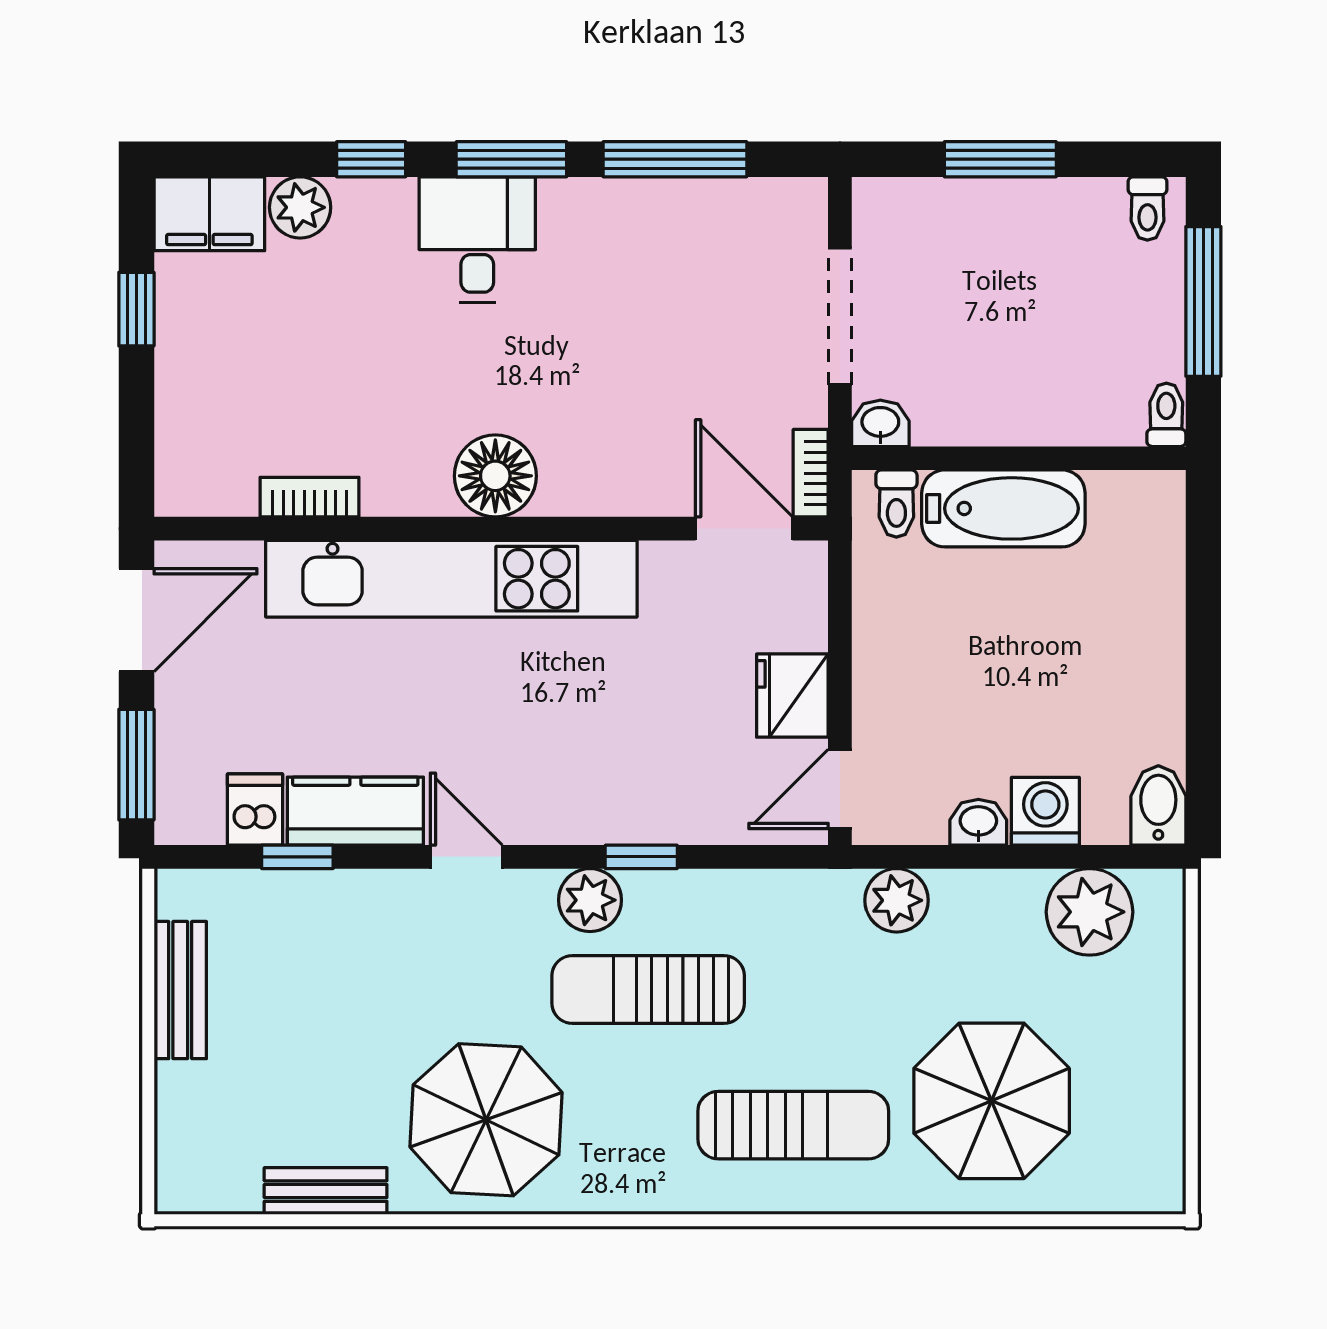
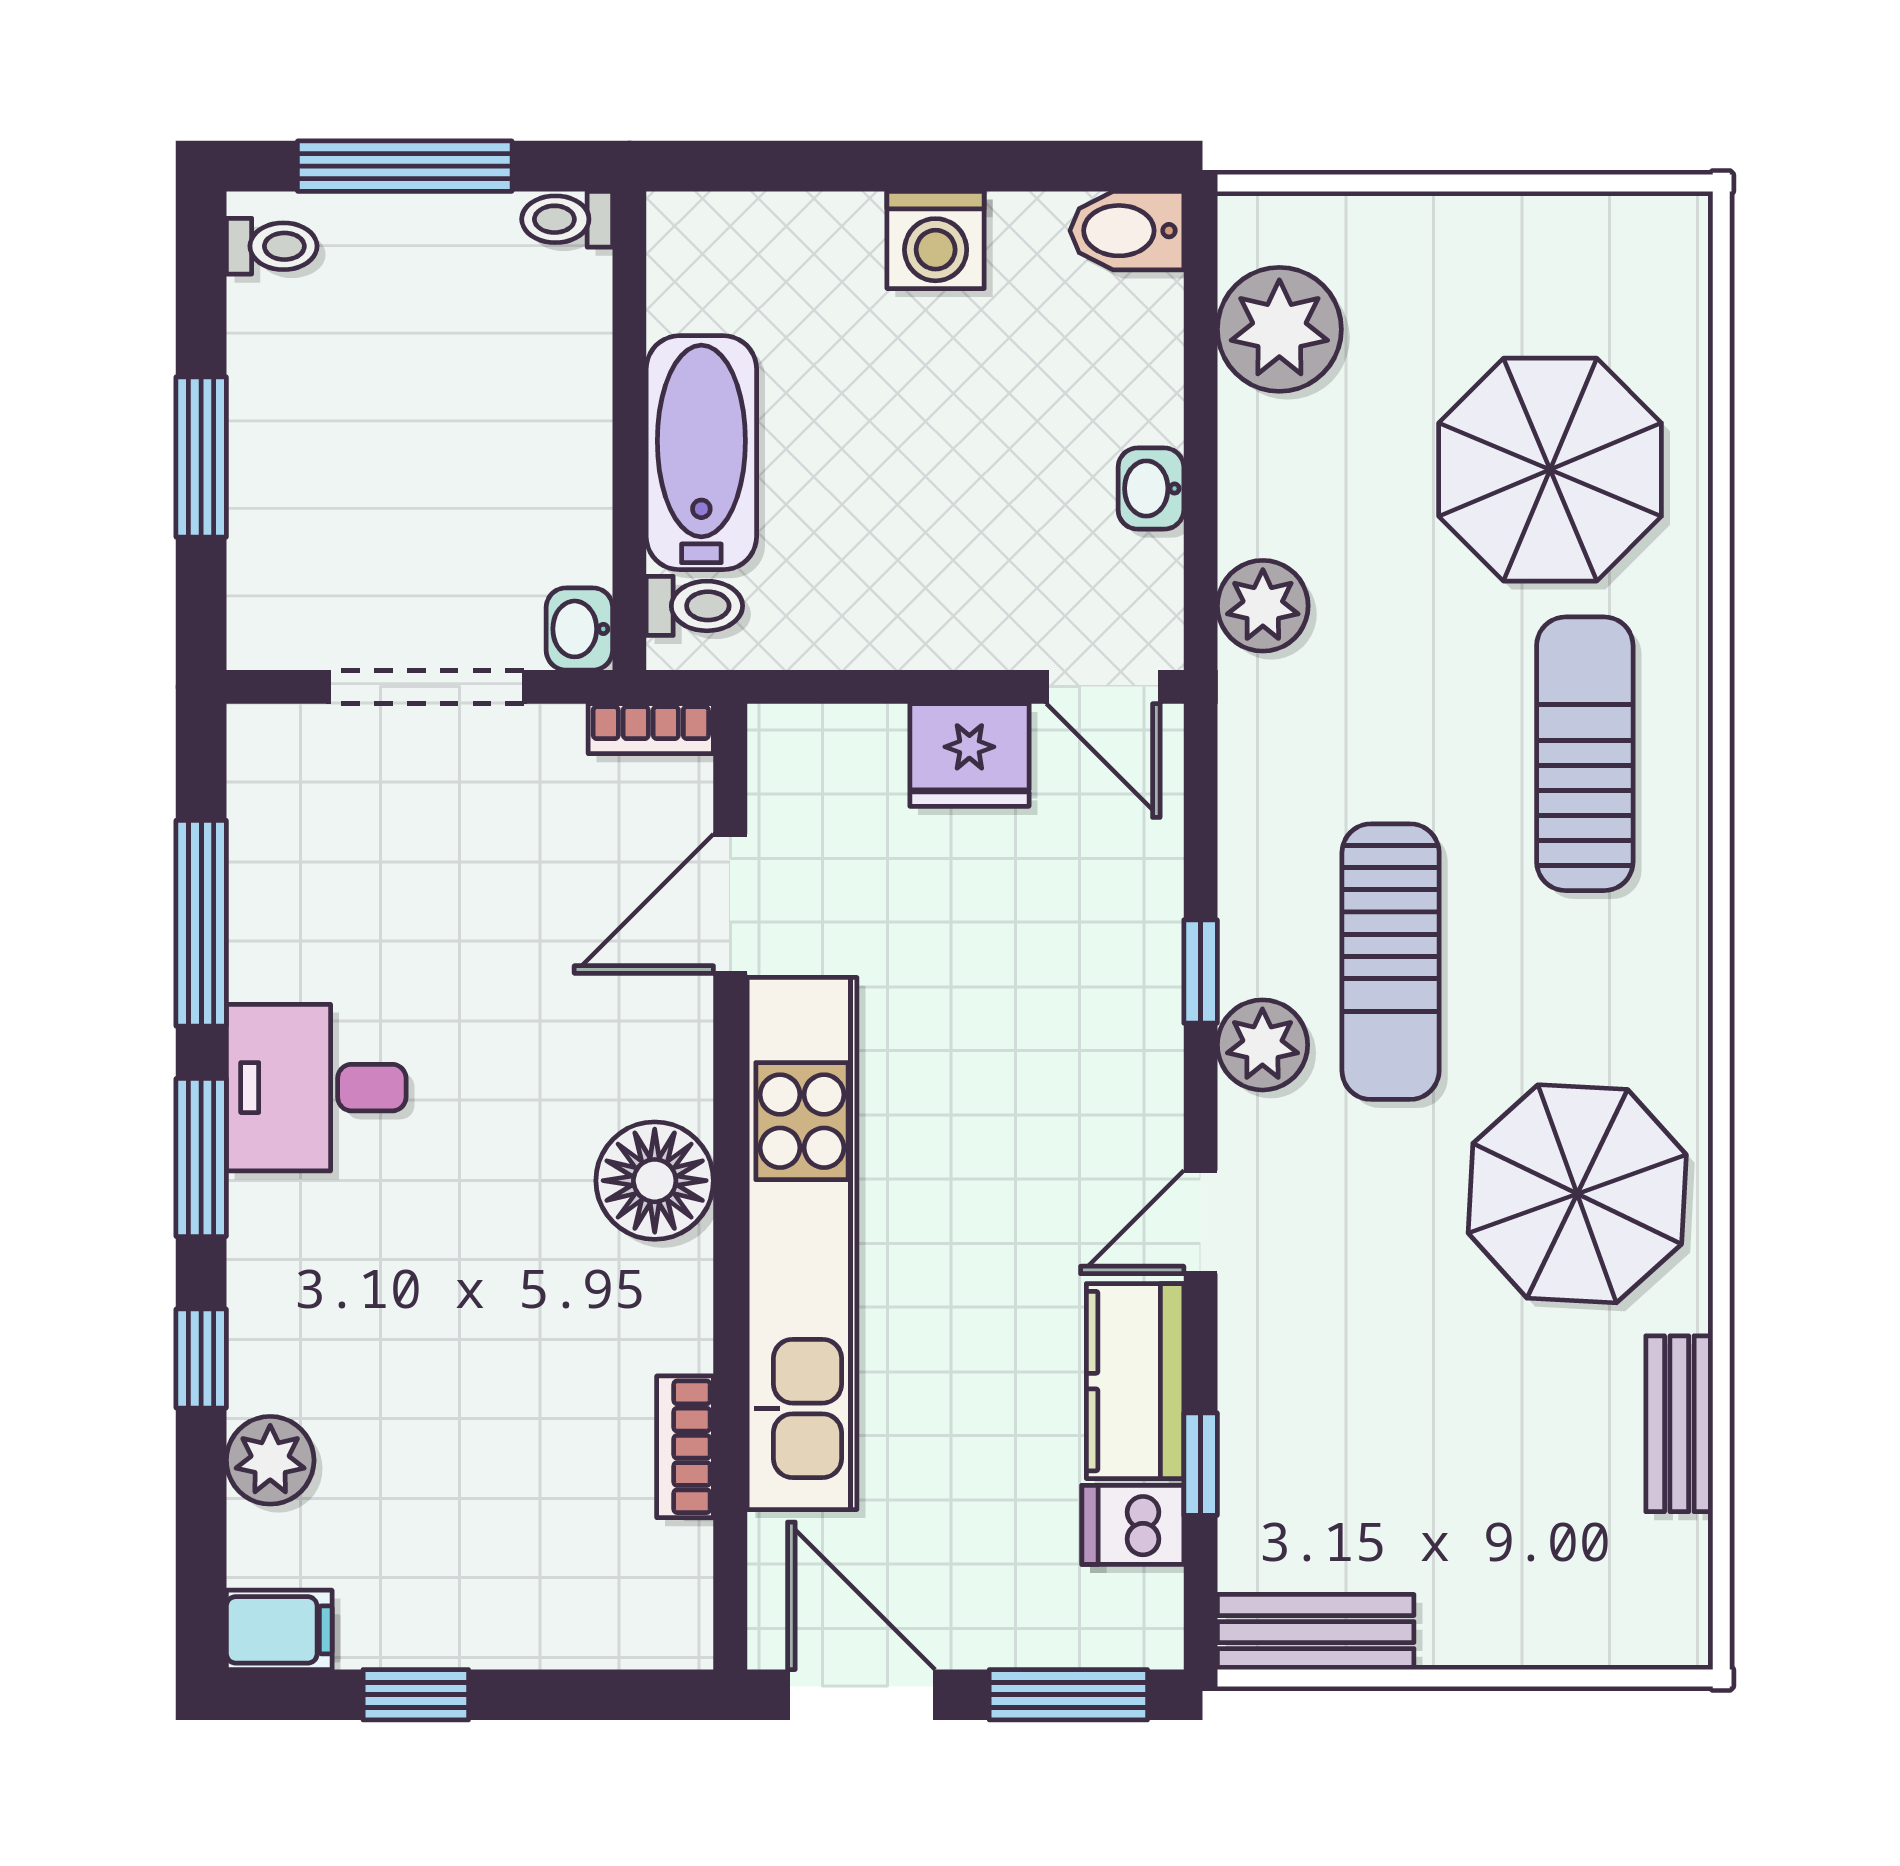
filing cabinet: (209, 214) -> (279, 1630), width x0.50
desk: (477, 240) -> (316, 1088), moved
door: (744, 529) -> (730, 904), moved
washing machine: (1045, 811) -> (936, 240), moved, turned -90
bench: (180, 990) -> (1316, 1632), moved

